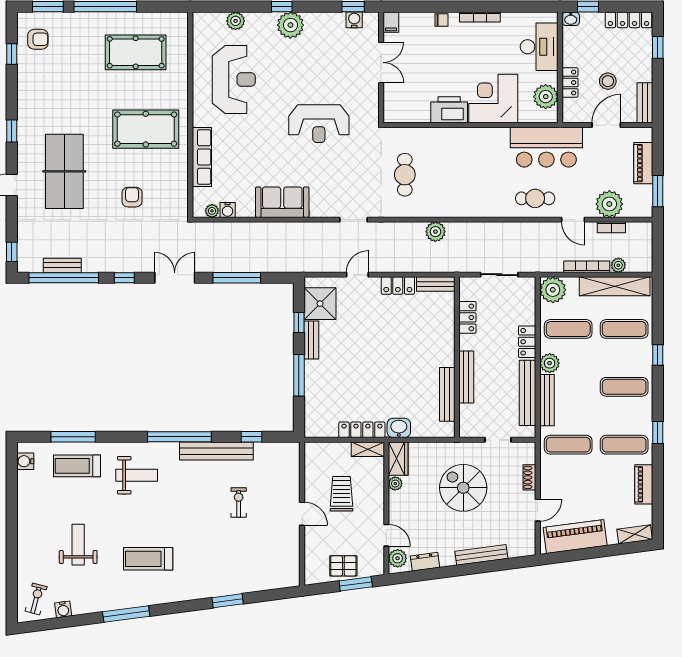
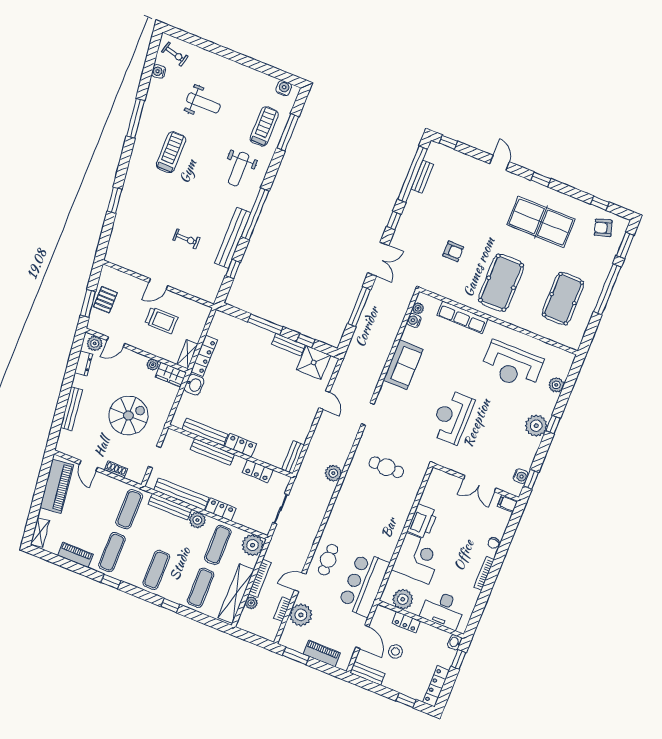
armchair: (38, 39) -> (603, 228), turned 73
table tennis table: (64, 171) -> (541, 222), moved
locker: (398, 286) -> (240, 445), moved, turned 90

